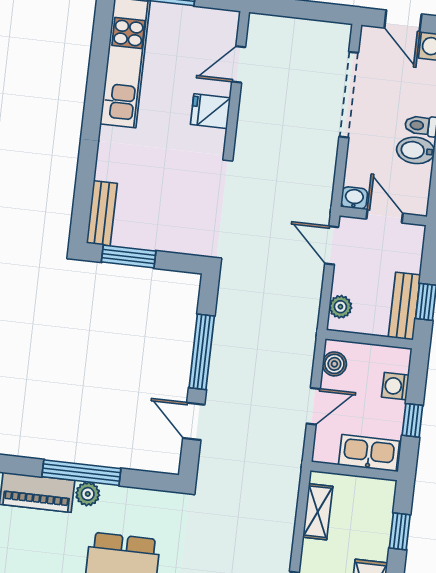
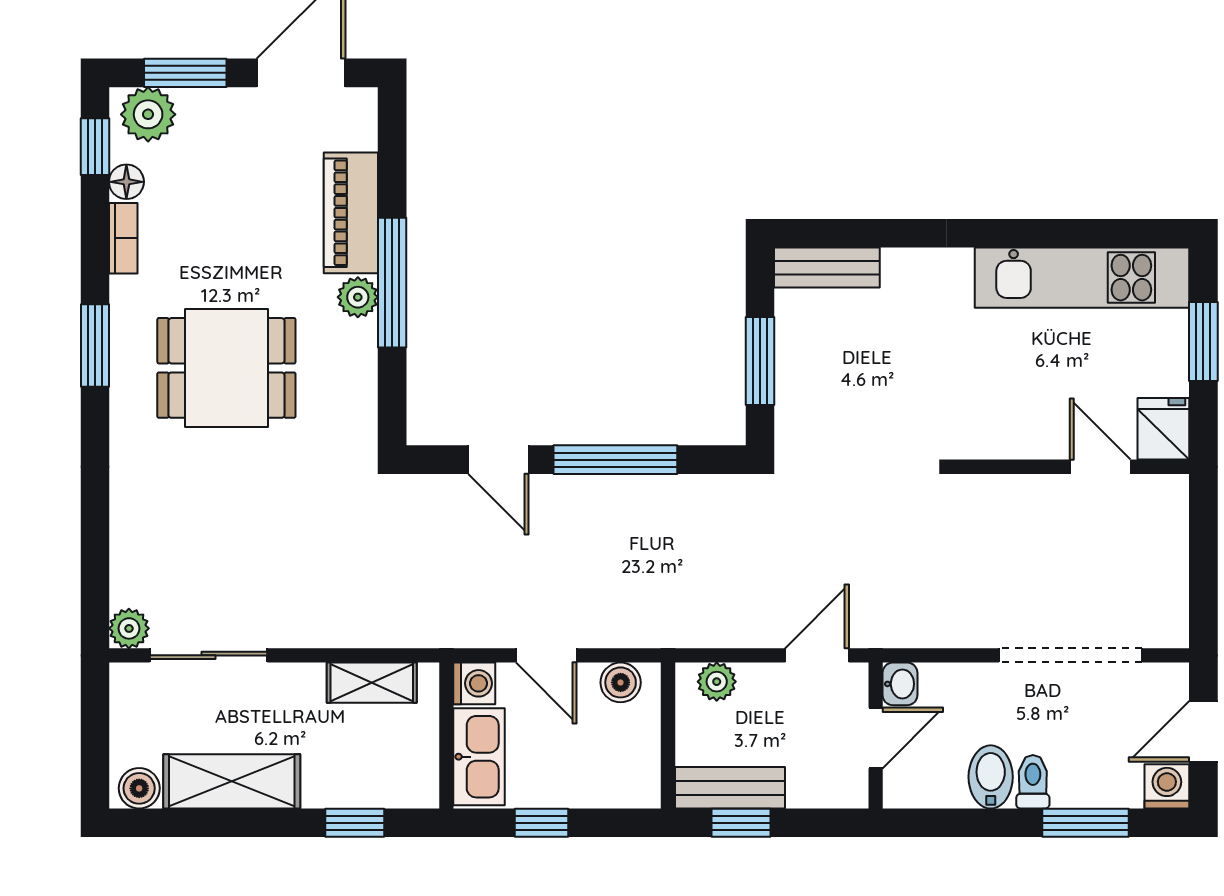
fridge: (211, 111) -> (1163, 429), moved
window: (129, 257) -> (760, 361), moved
washing machine: (395, 386) -> (474, 683), moved, turned 90
door: (194, 421) -> (498, 460), swing flipped

